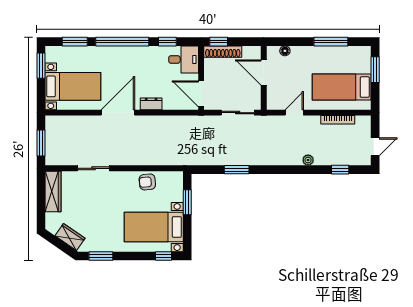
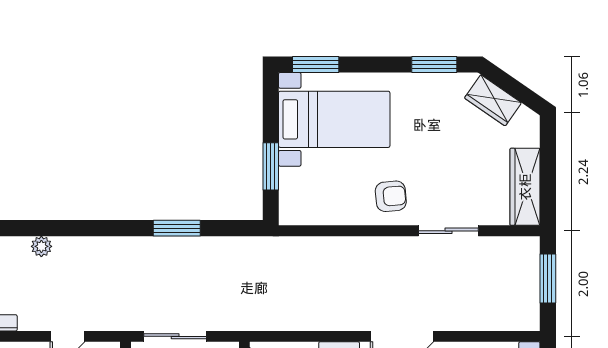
armchair: (147, 182) -> (391, 196), moved
window: (163, 256) -> (316, 64), width x1.50

